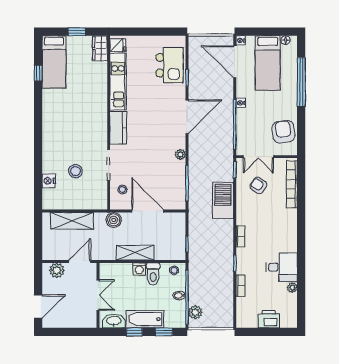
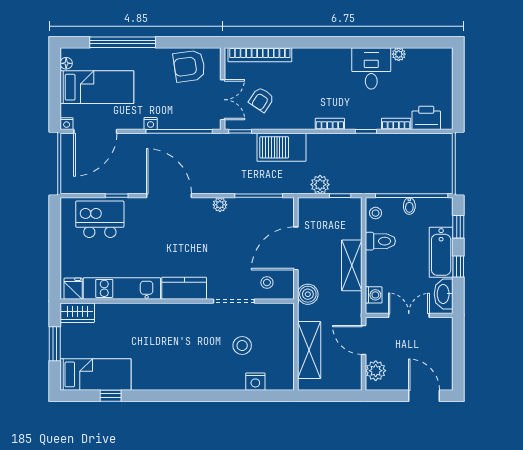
window: (77, 32) -> (55, 344), width x1.50
washing machine: (139, 269) -> (374, 295), moved
plant: (195, 312) -> (320, 185), moved
printer: (269, 319) -> (426, 118), moved, turned 90

